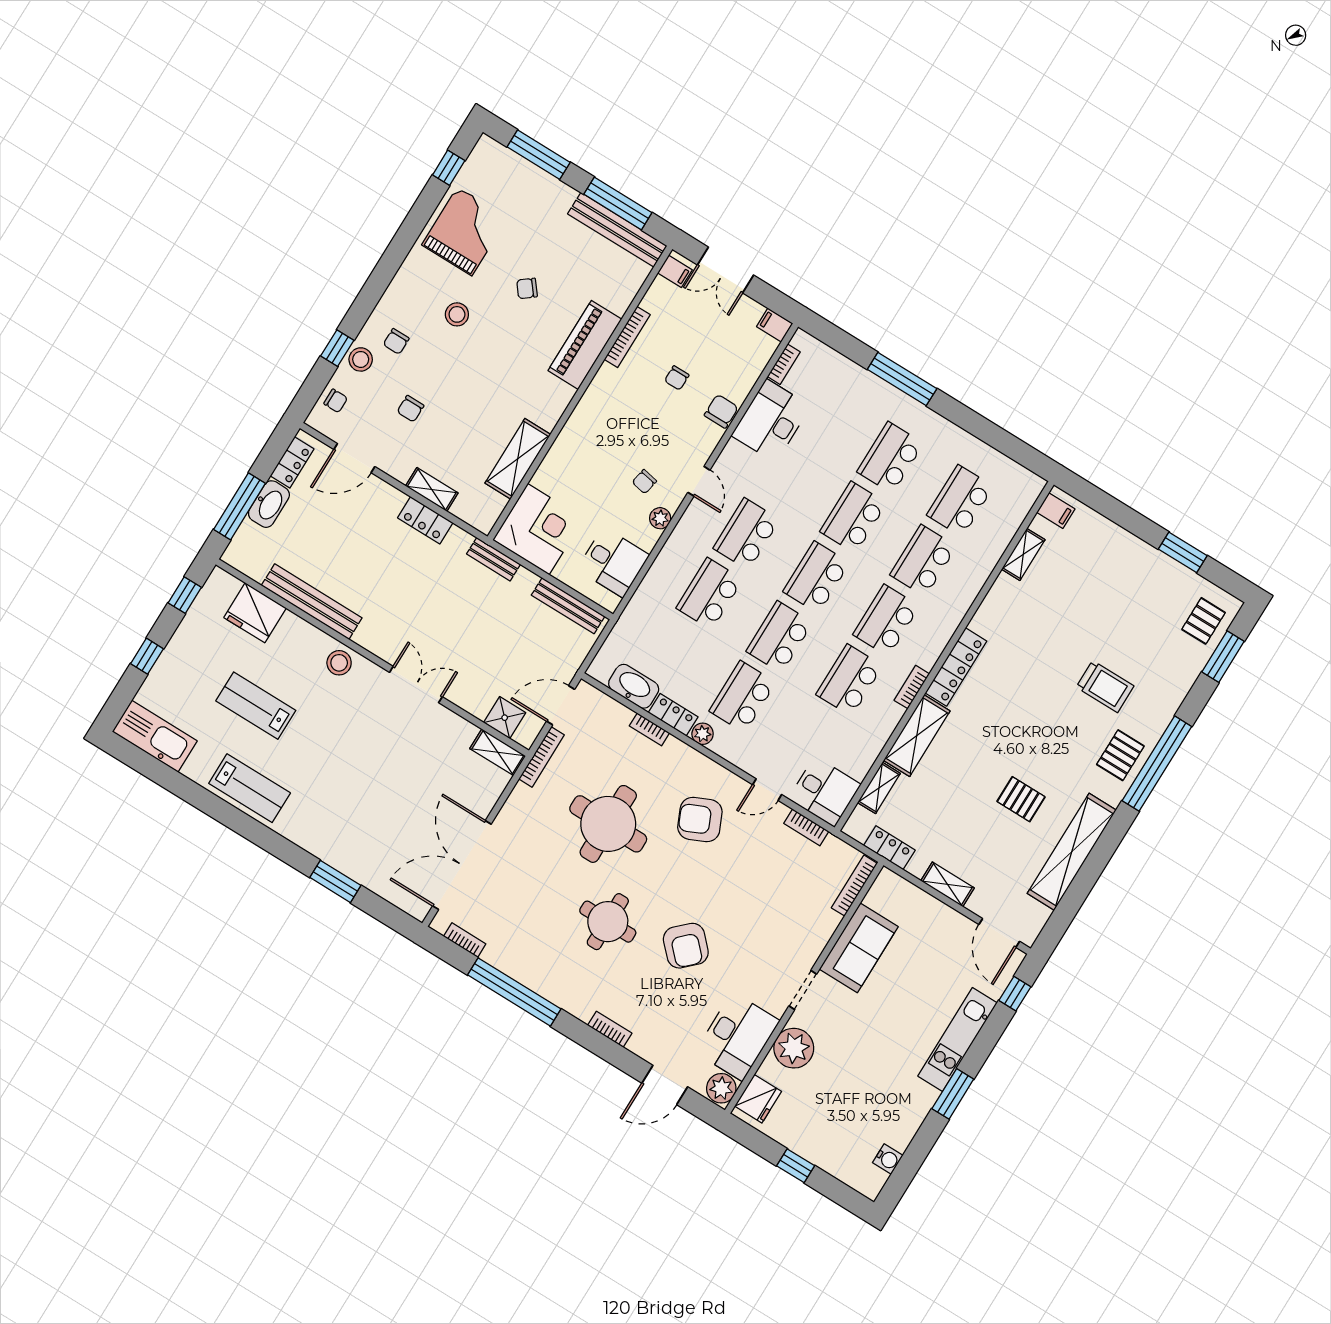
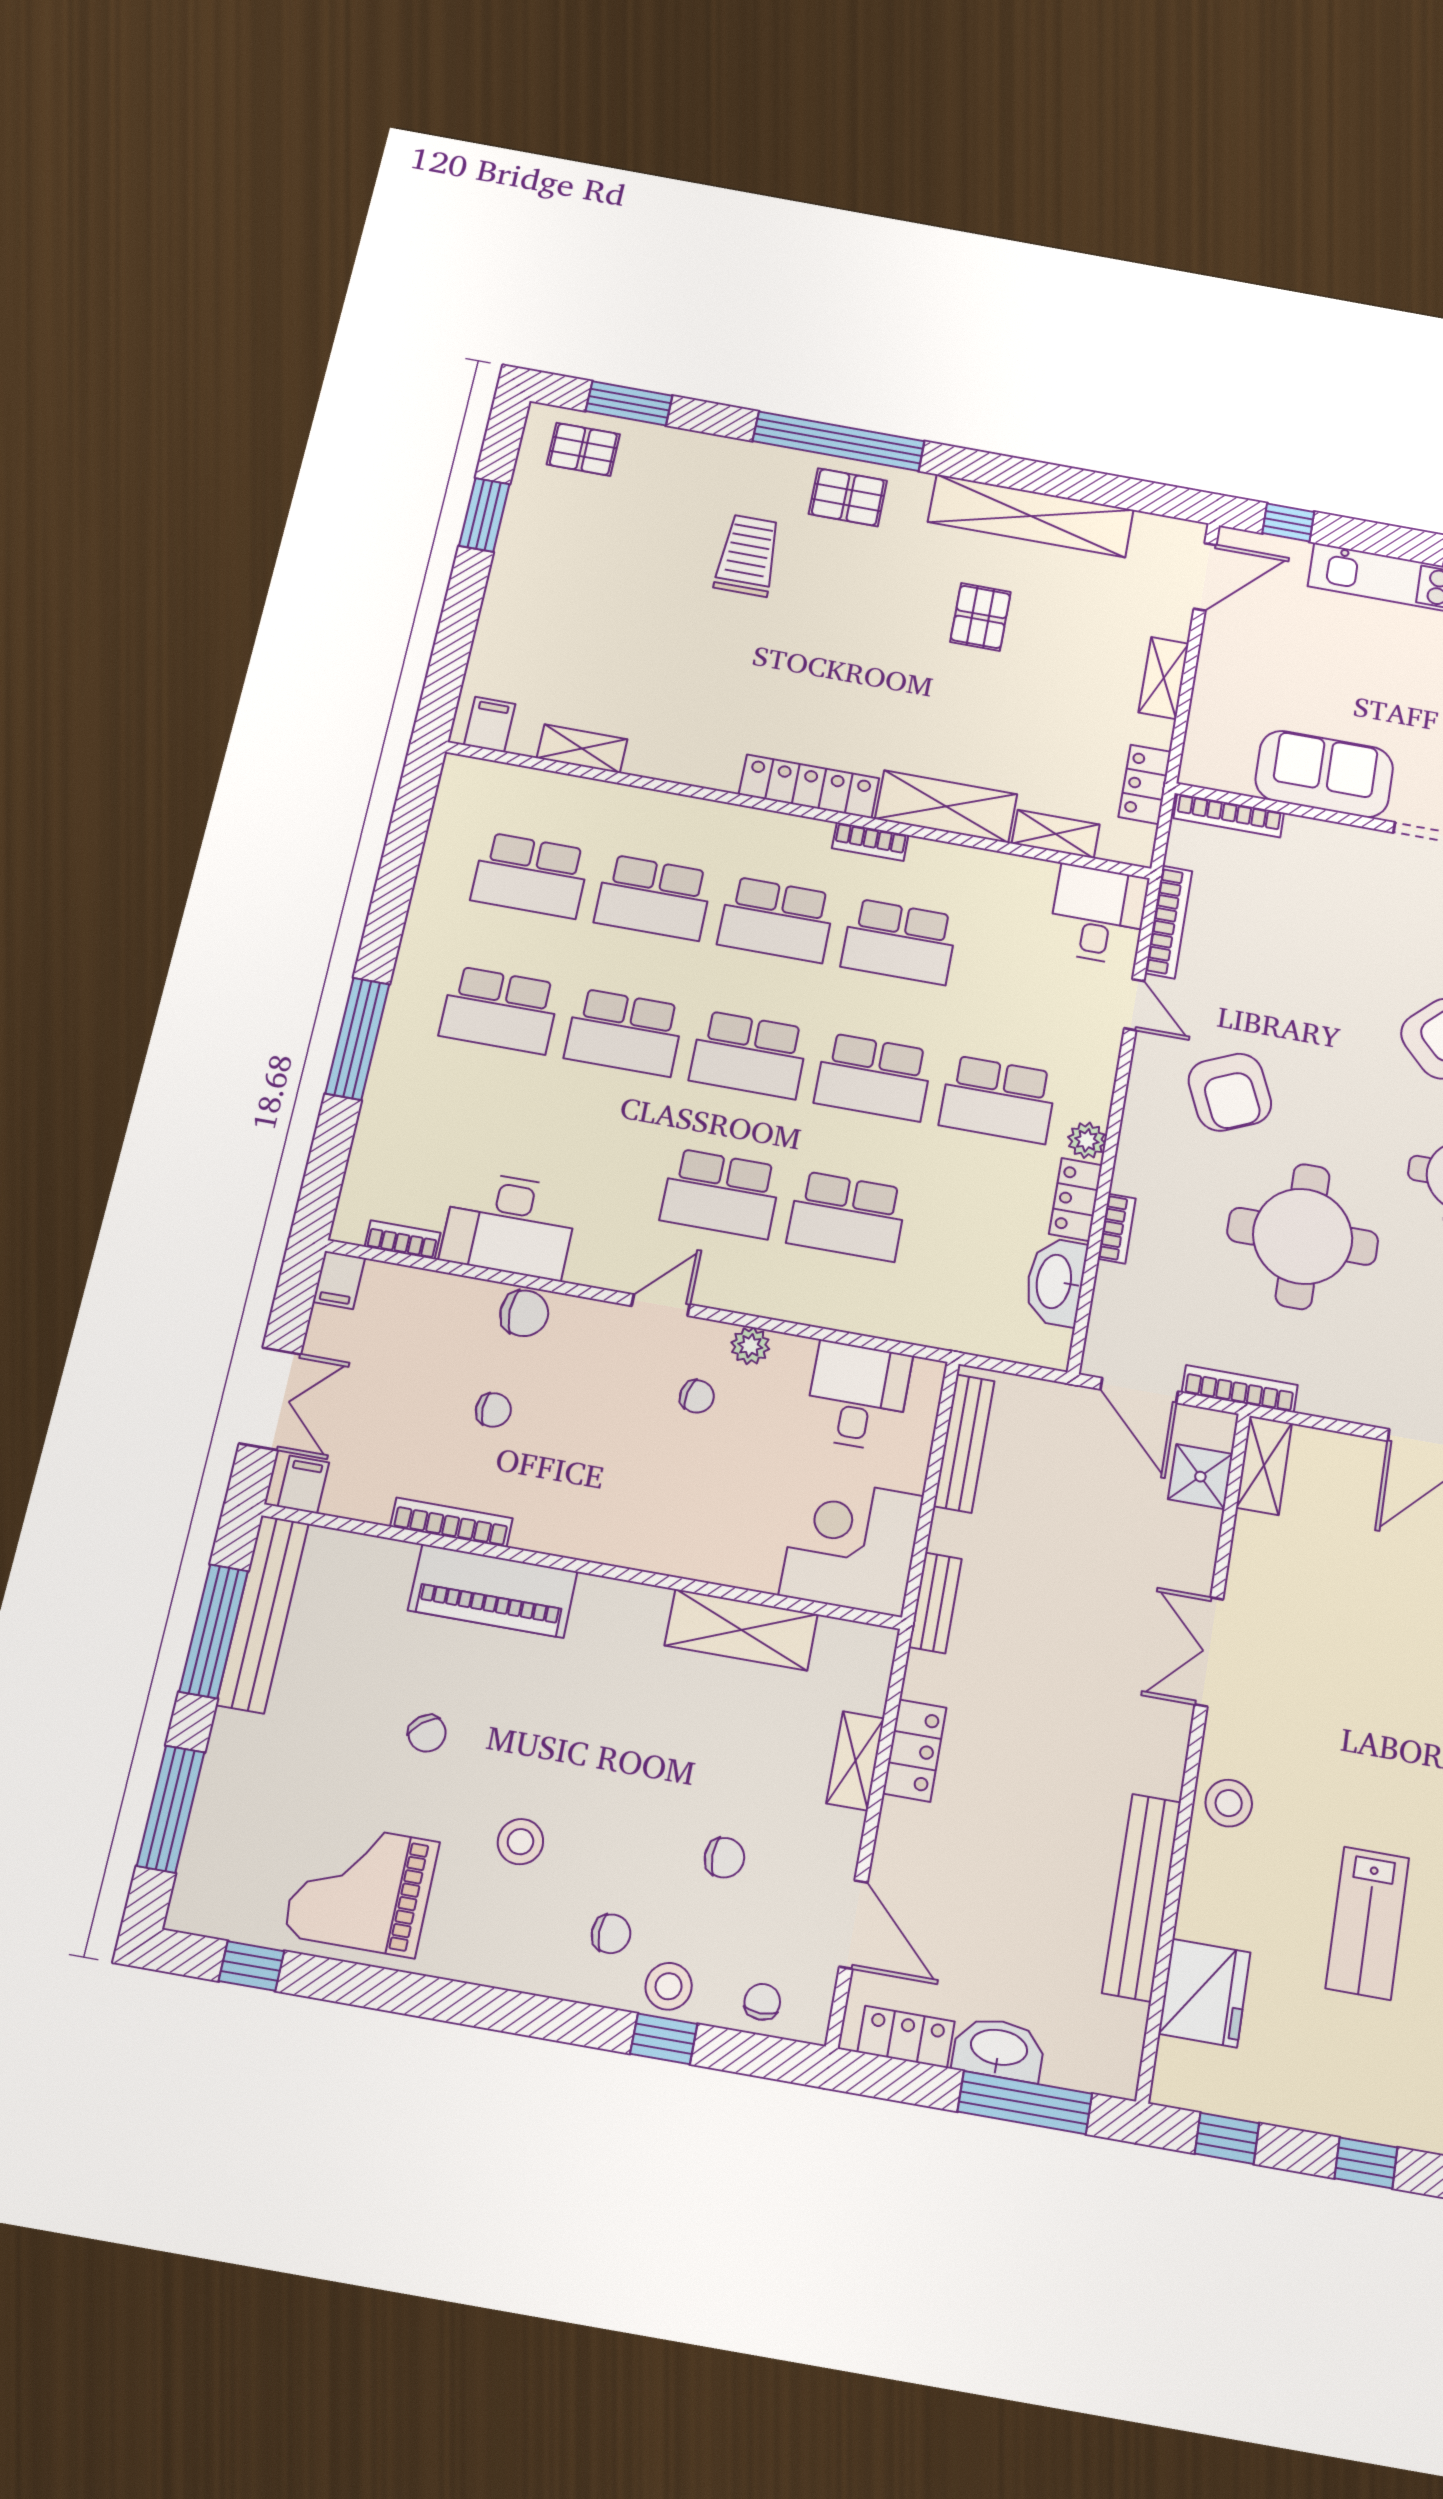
chair: (721, 411) -> (524, 1313), turned 180
bookcase: (806, 827) -> (1169, 922), width x1.56

